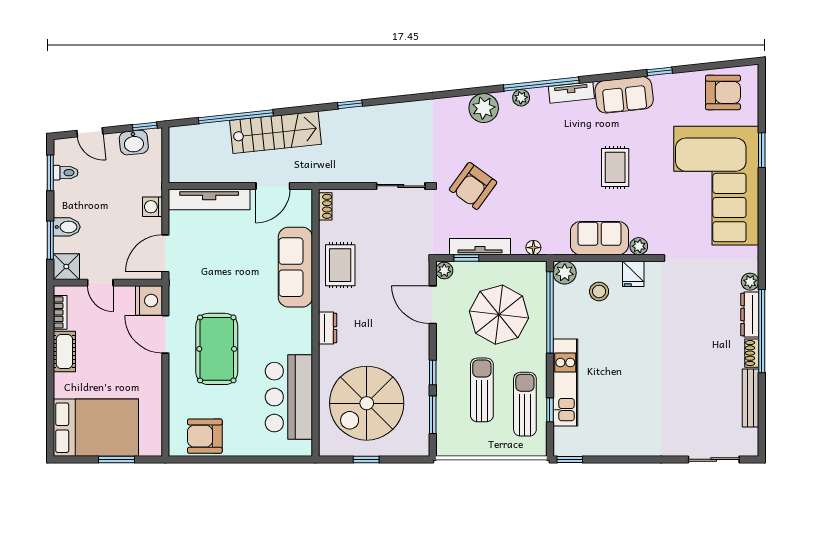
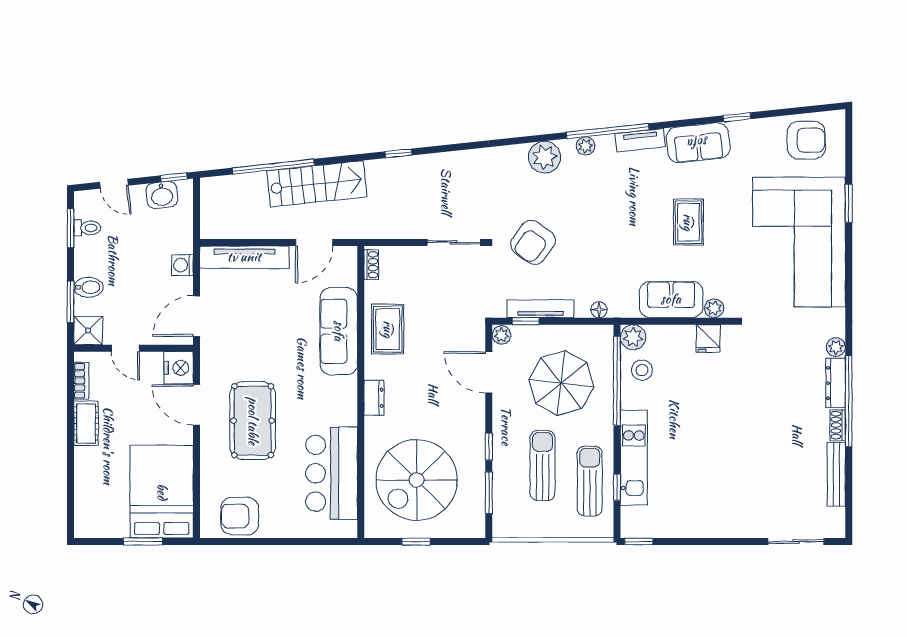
stool: (599, 291) -> (642, 370), moved
bed: (96, 428) -> (162, 492), moved, turned -90

